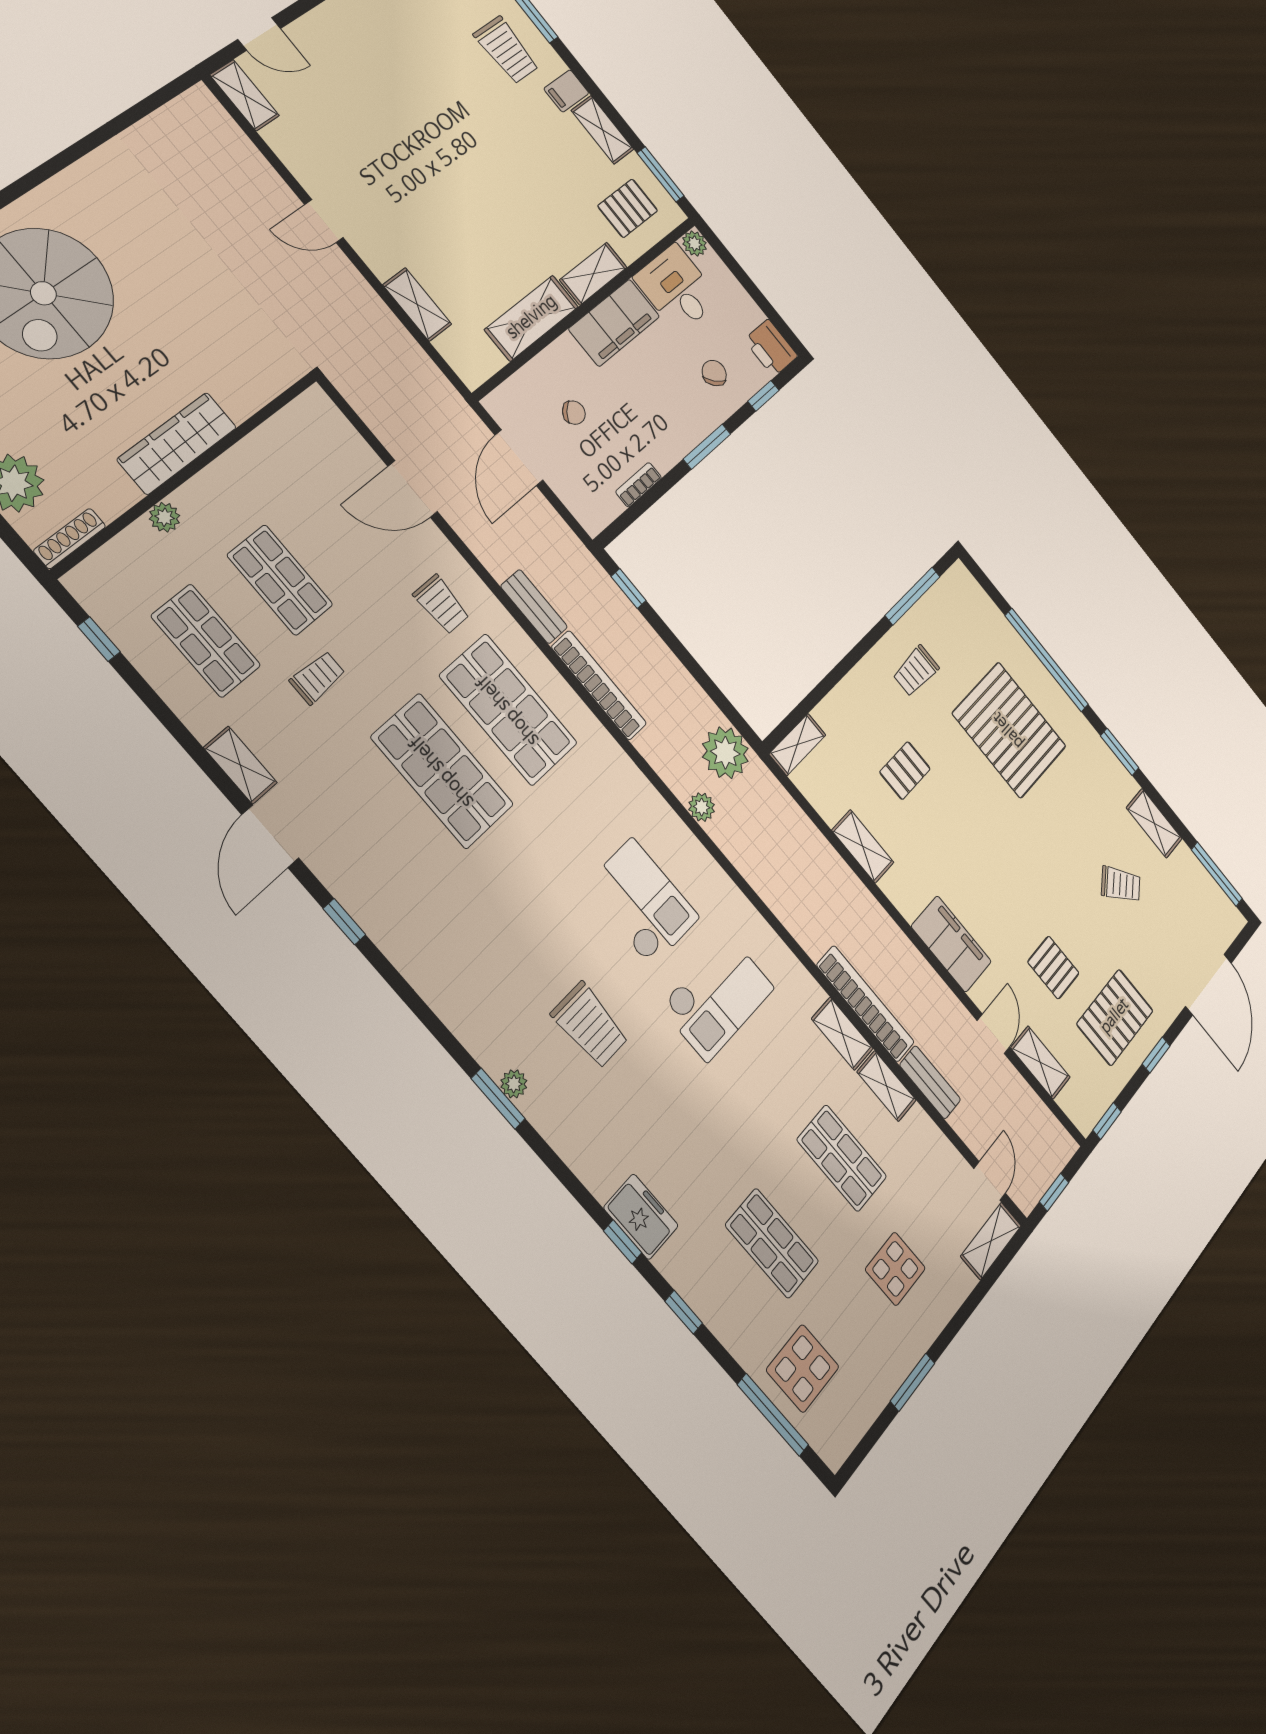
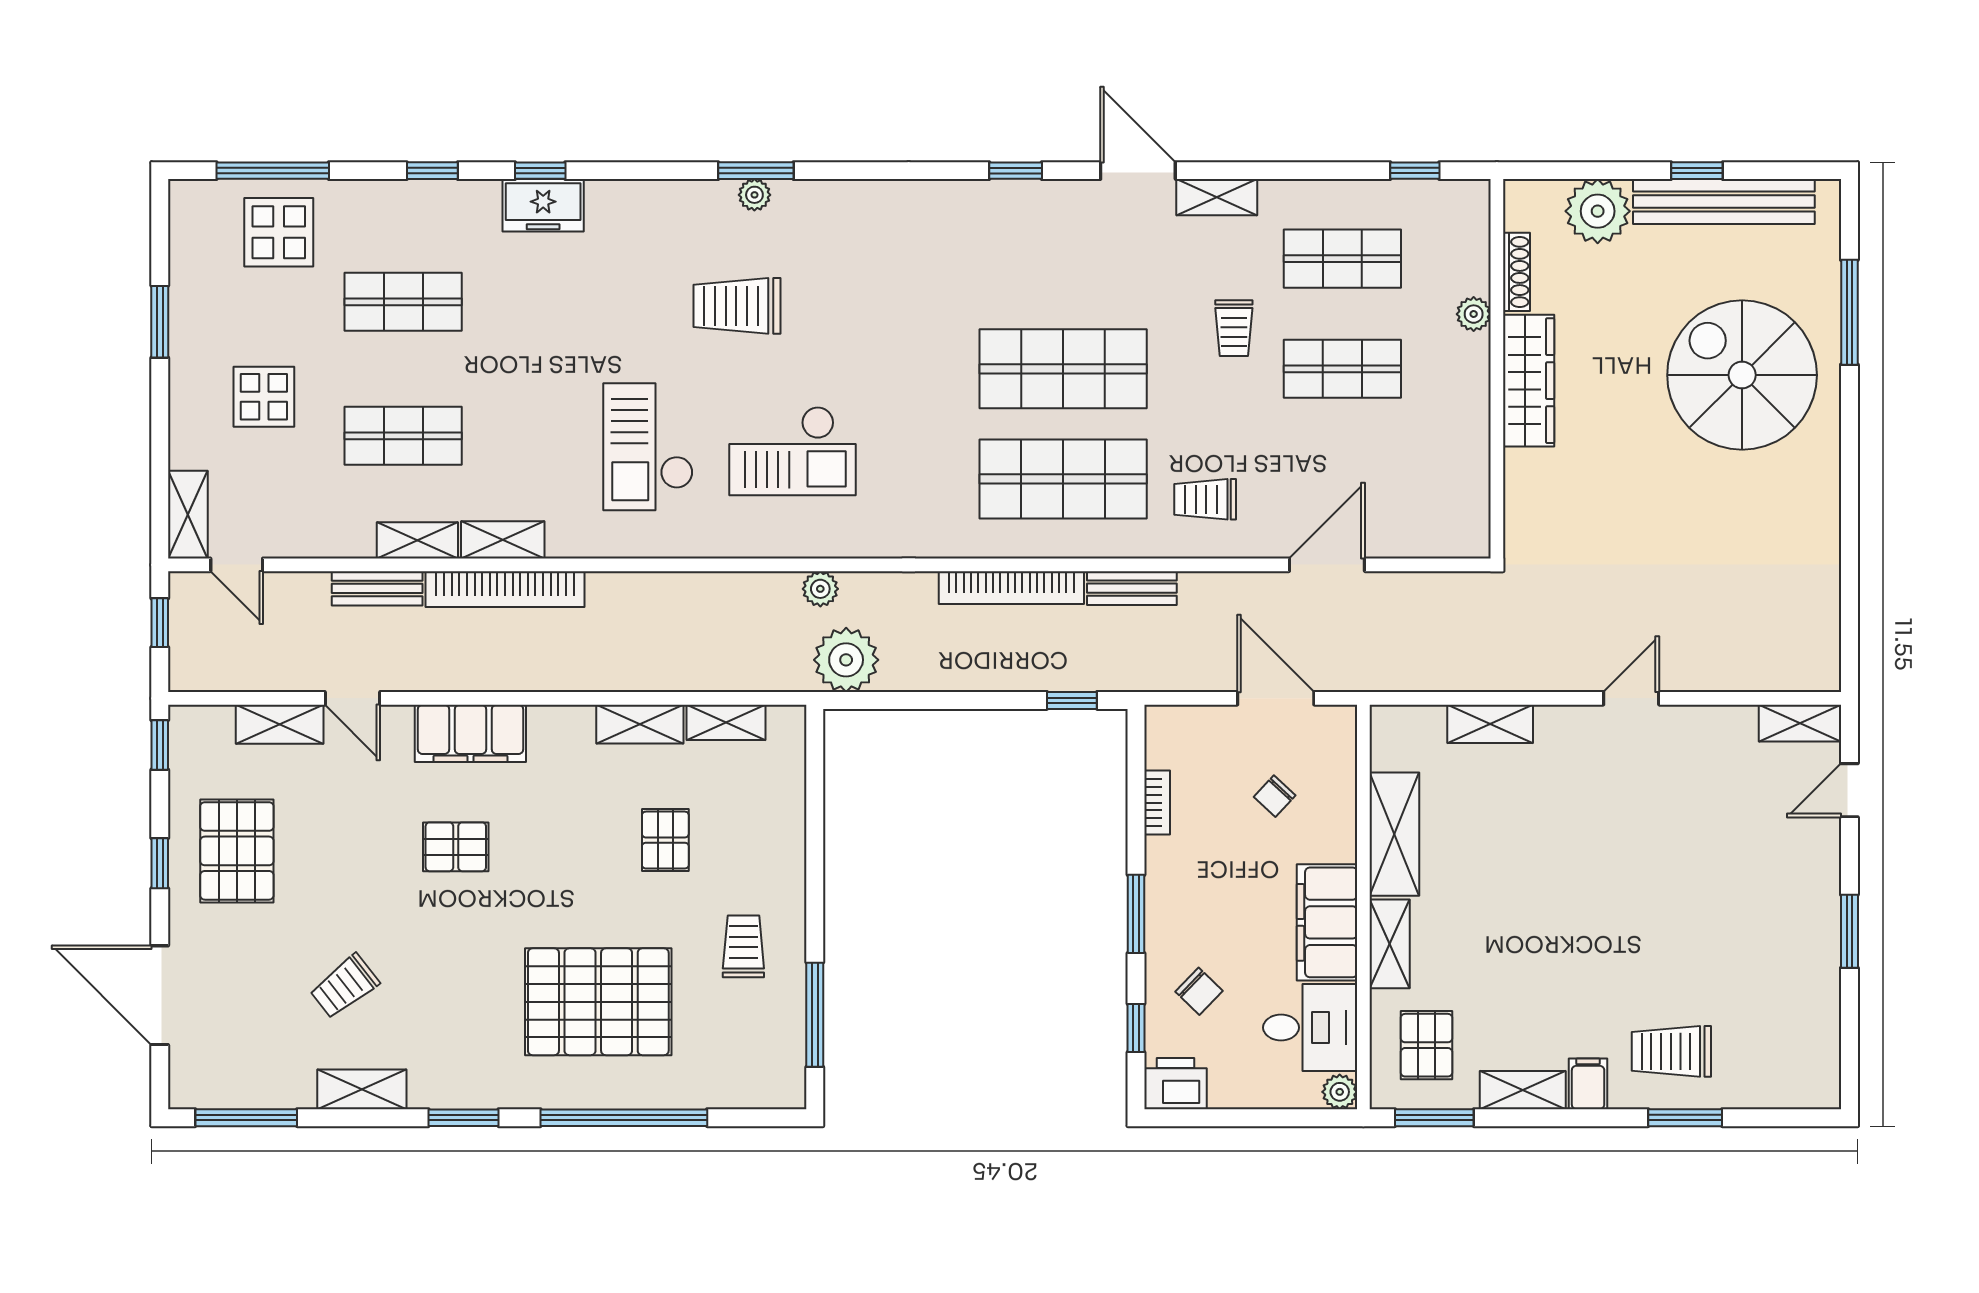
shoe rack: (70, 539) -> (1517, 272), moved
shelving: (797, 745) -> (726, 722), moved, turned 90
pallet: (1053, 968) -> (456, 847), moved

